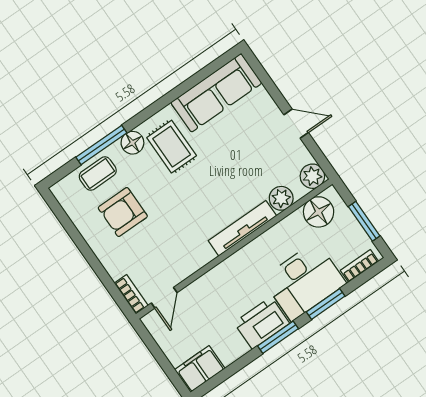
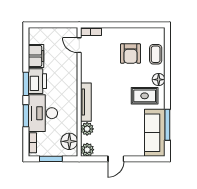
window: (101, 145) -> (167, 125), moved
armchair: (123, 212) -> (130, 53), turned 180
filing cabinet: (200, 369) -> (36, 56), moved

